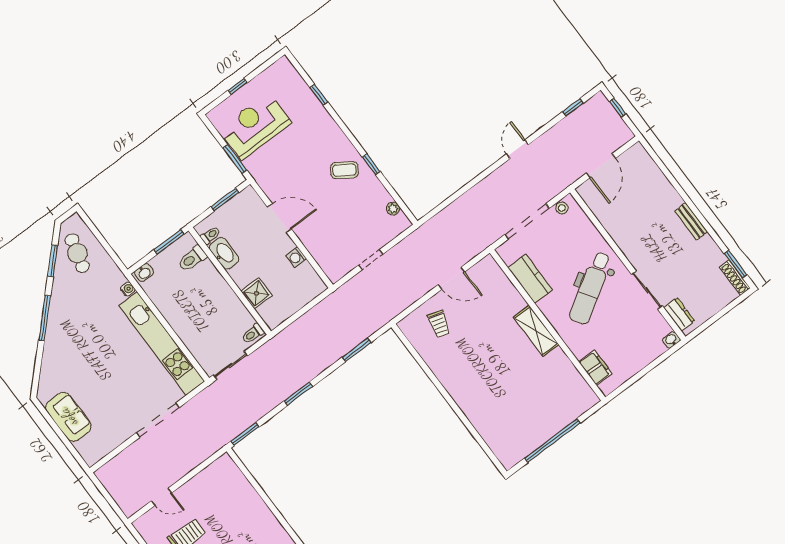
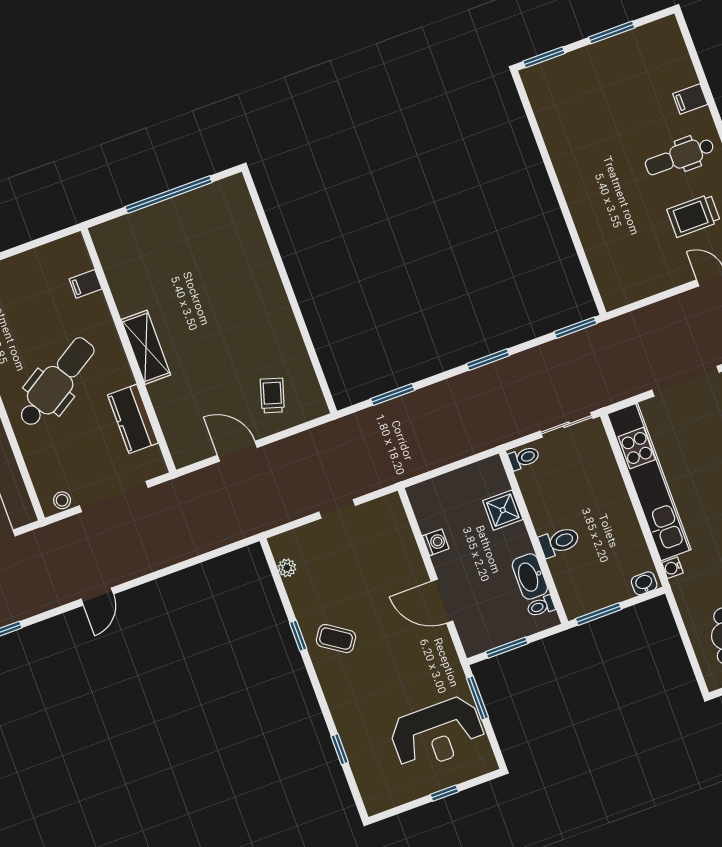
toilet: (192, 259) -> (559, 542), moved
filing cabinet: (595, 368) -> (86, 284), width x0.50

